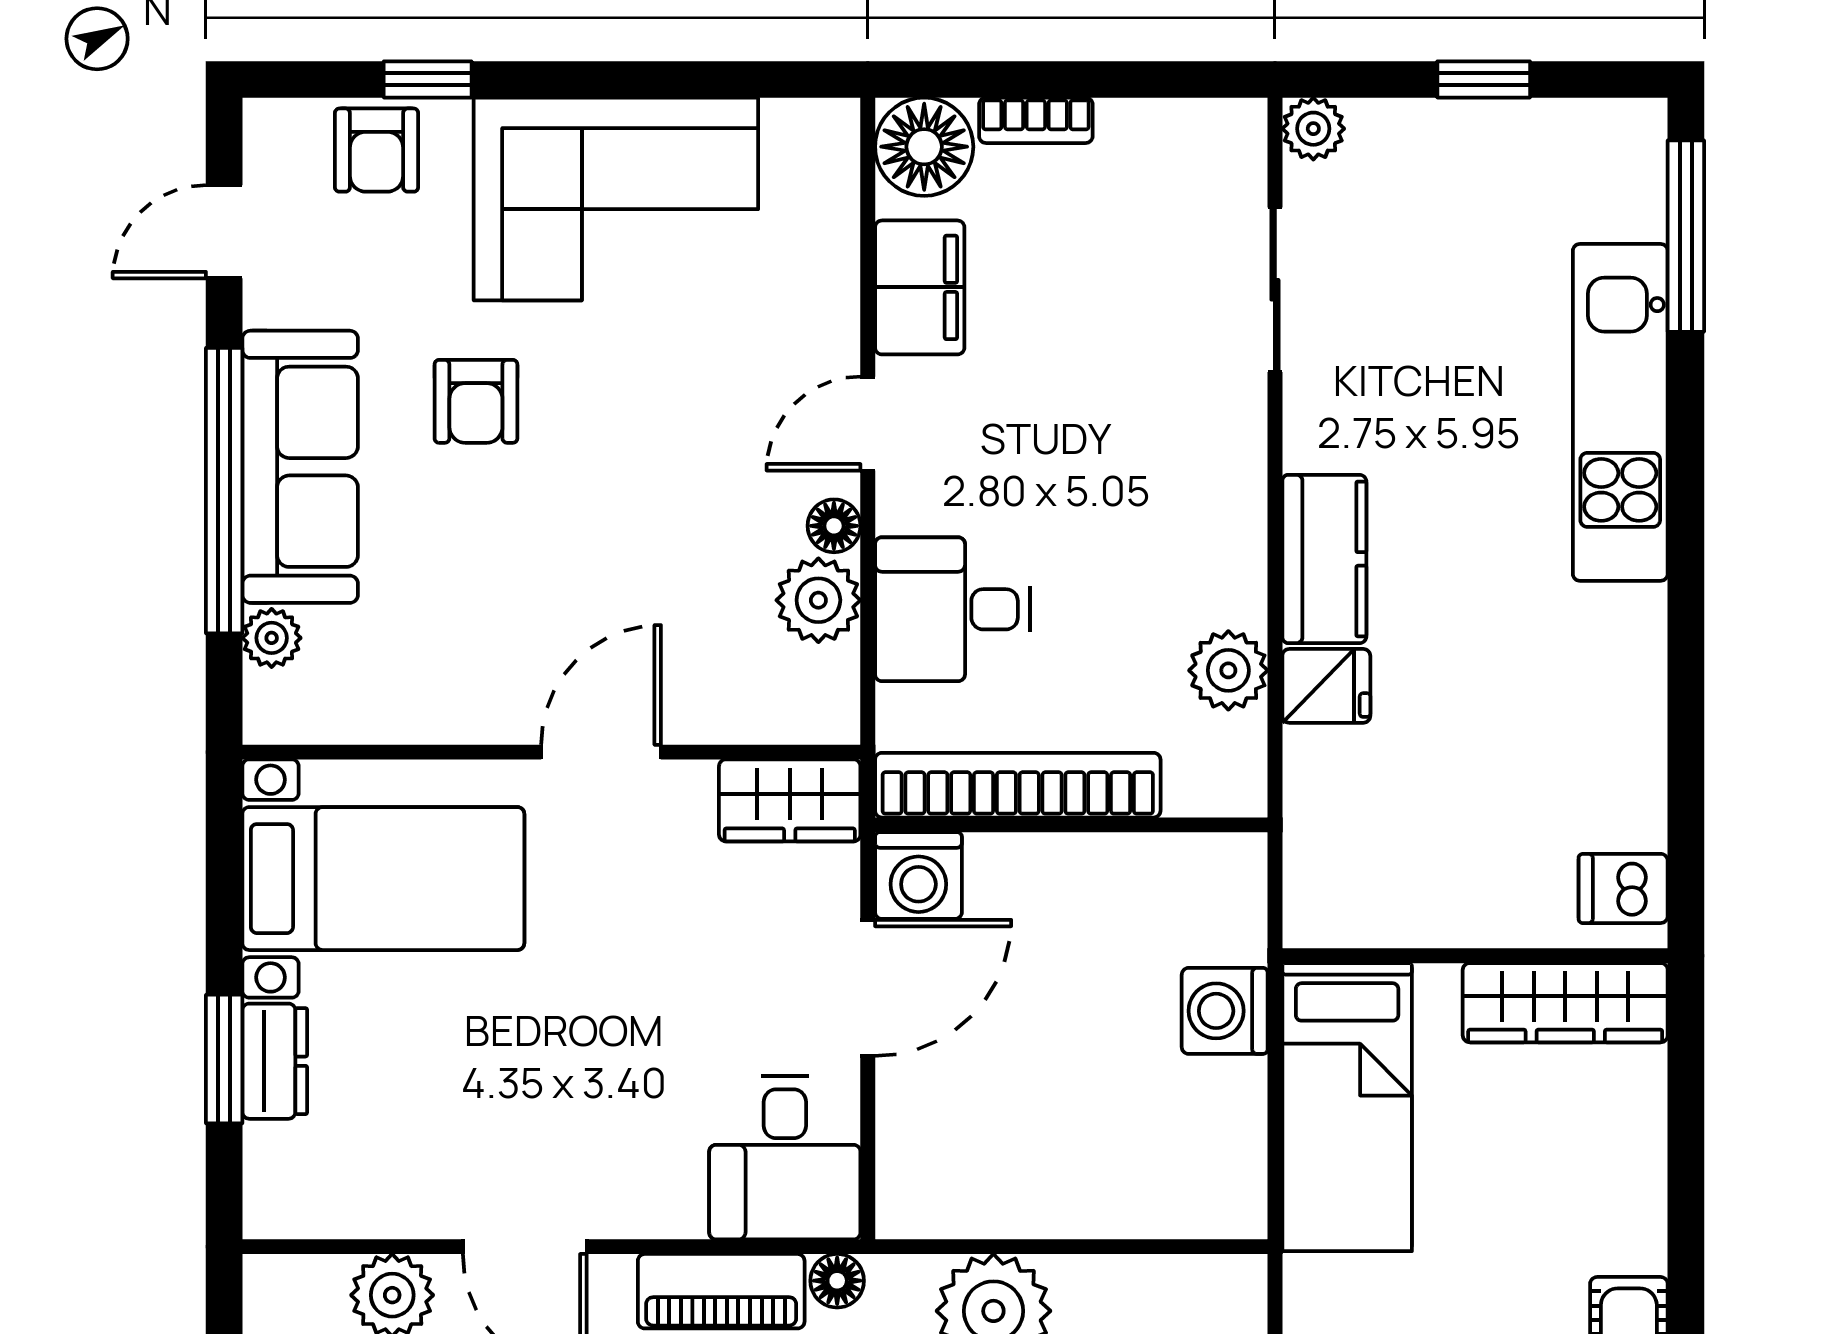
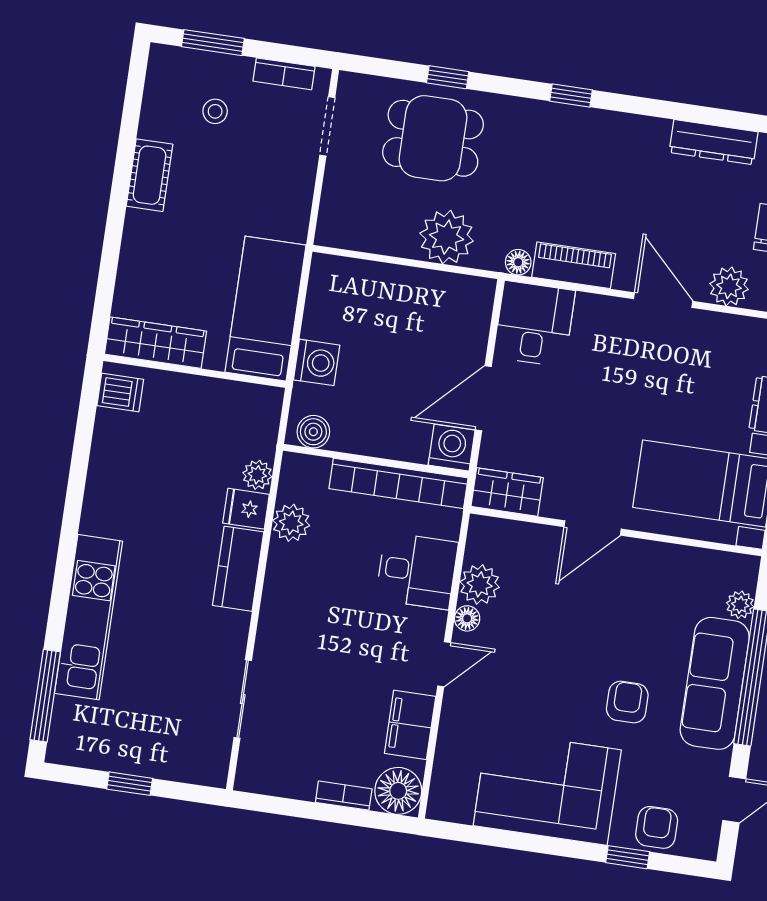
plant: (1313, 129) -> (257, 475), moved
boiler: (1210, 866) -> (313, 432), added

